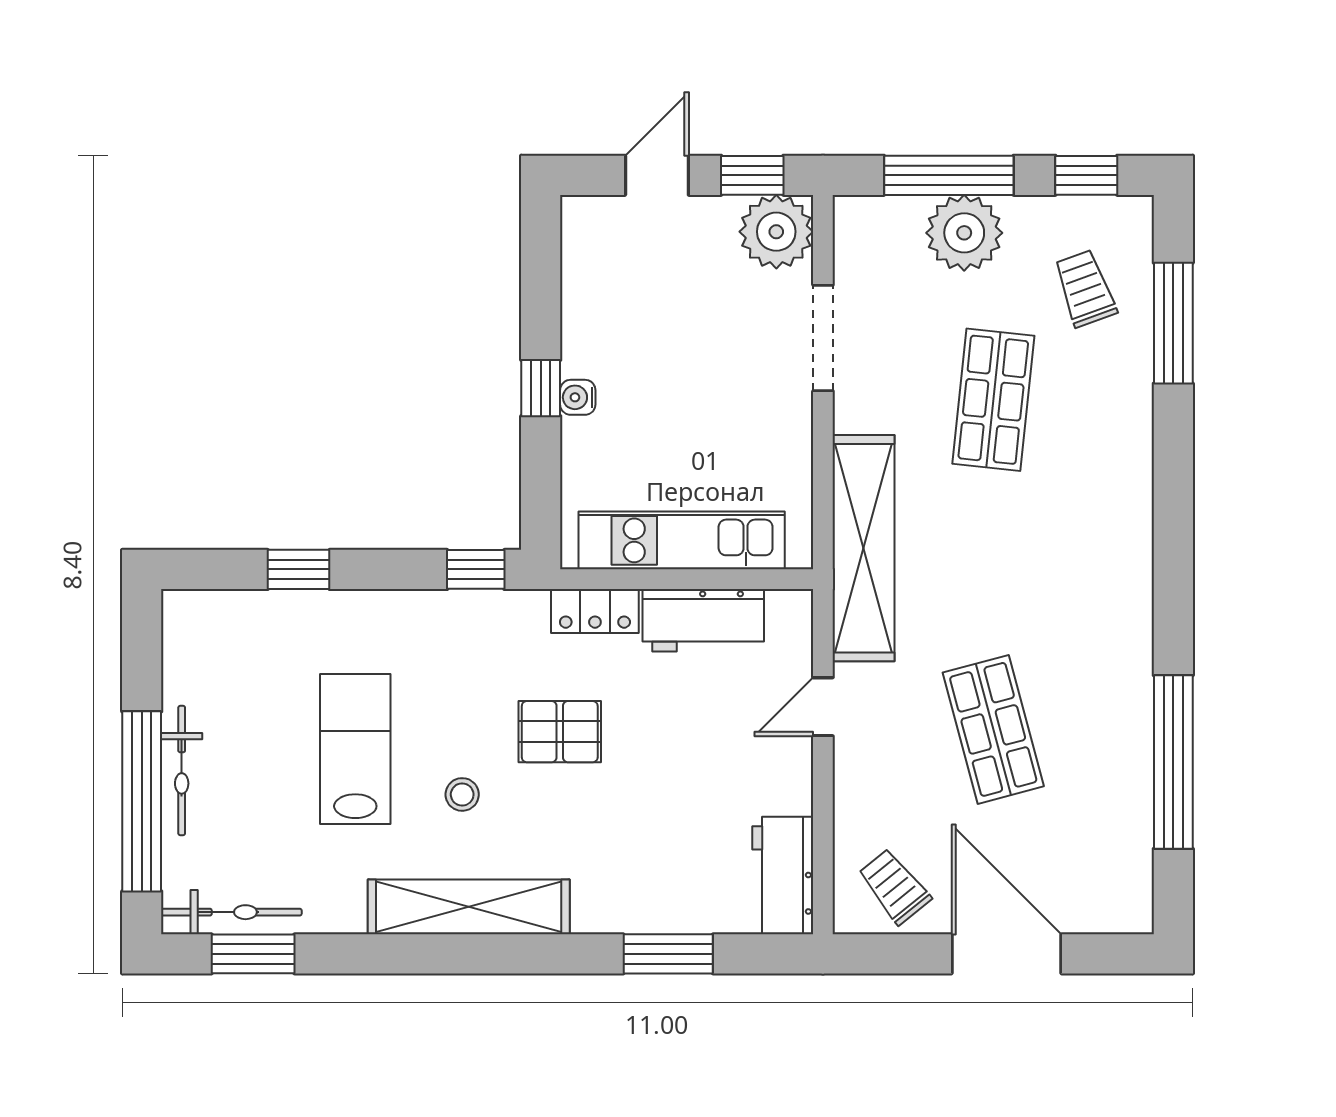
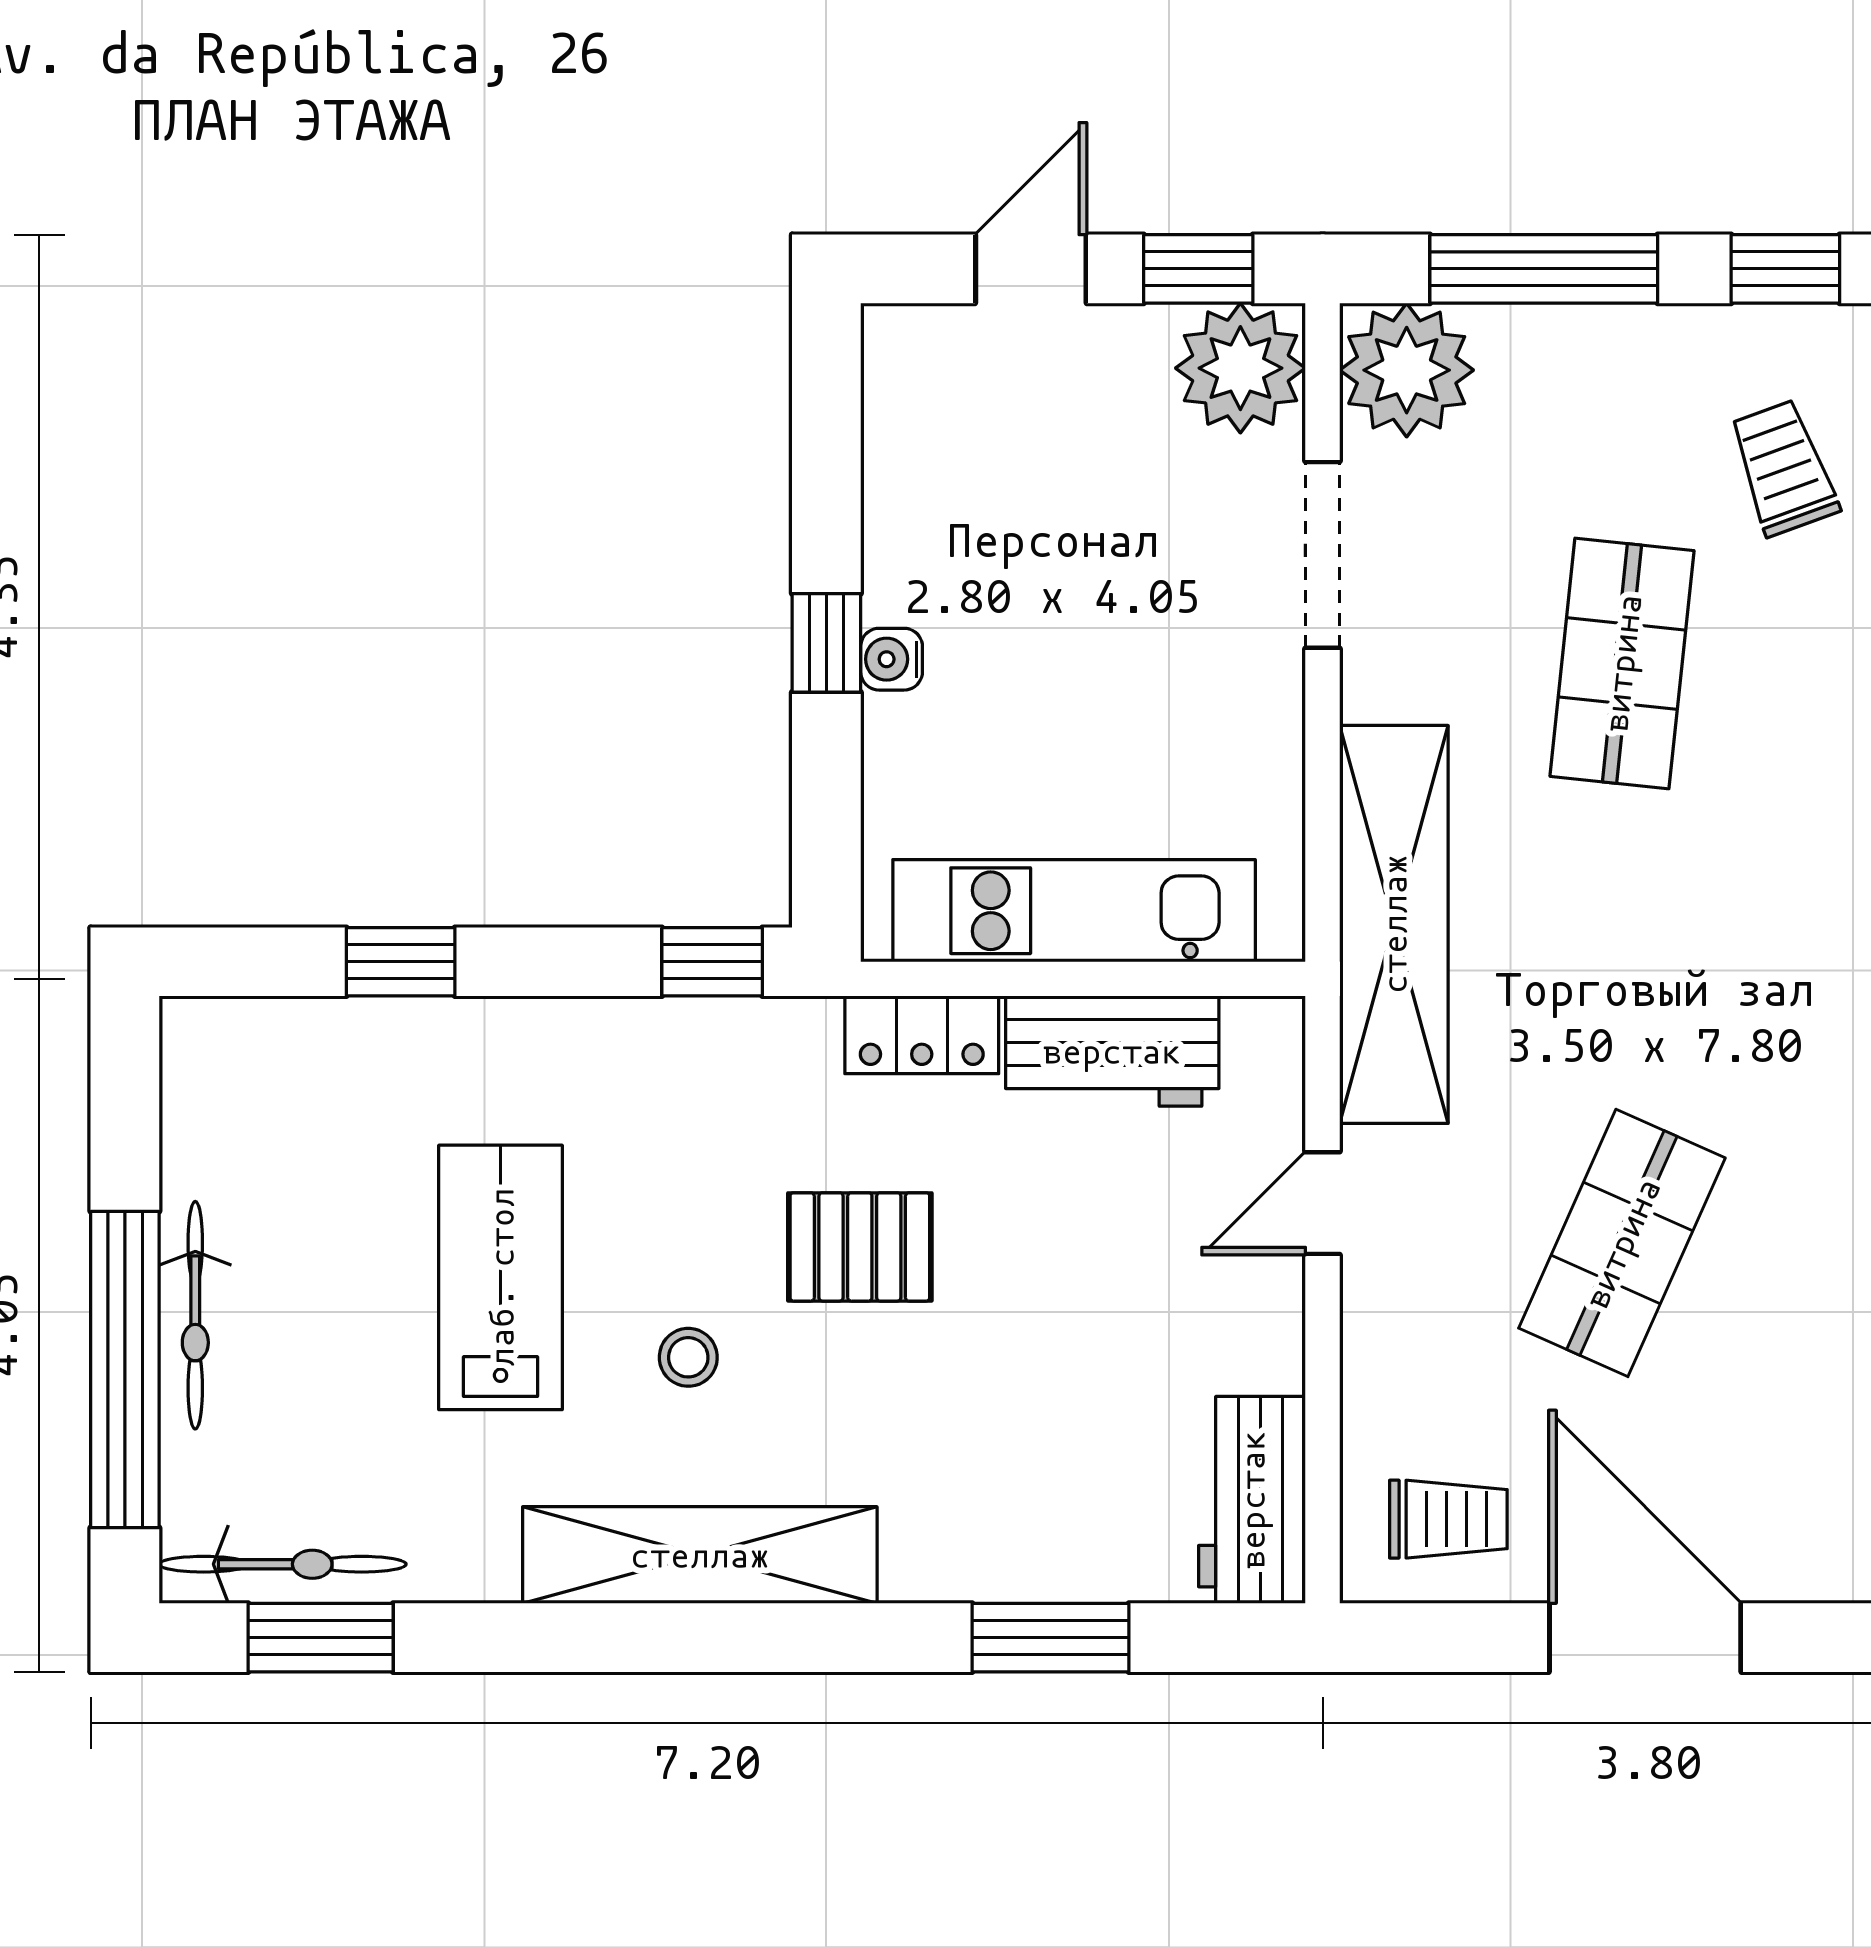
plant: (964, 233) -> (1407, 370), moved
shop shelf: (993, 729) -> (1622, 1243), turned 39
trolley: (895, 887) -> (1448, 1519), turned 129

